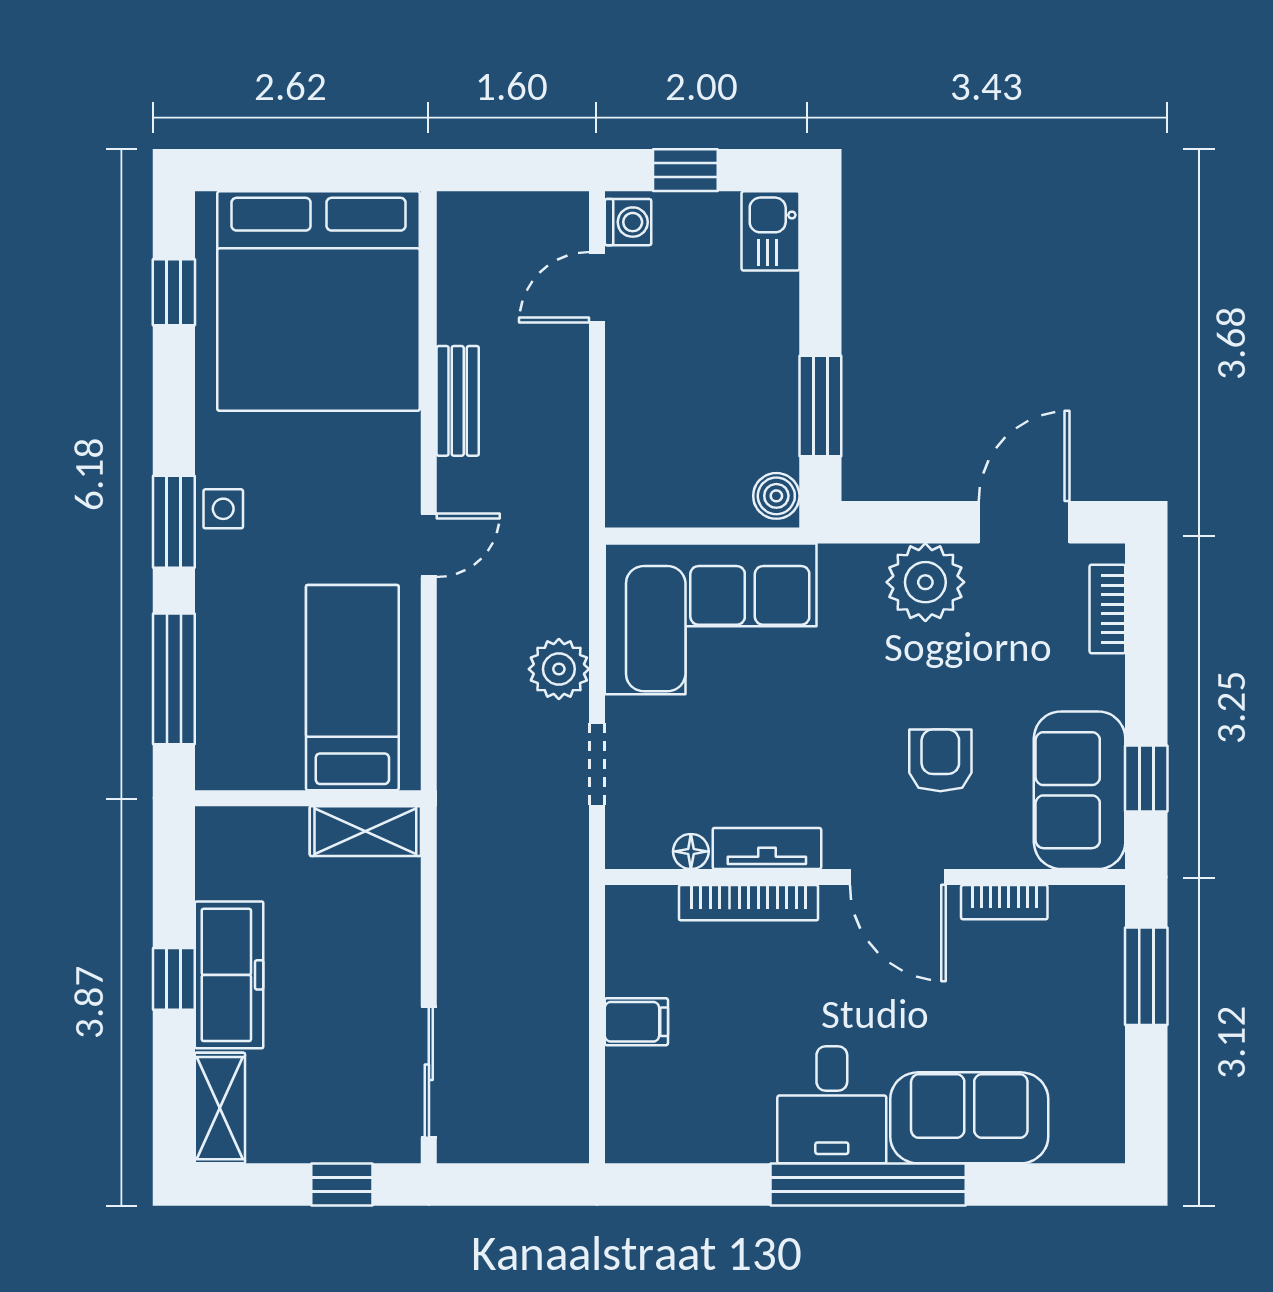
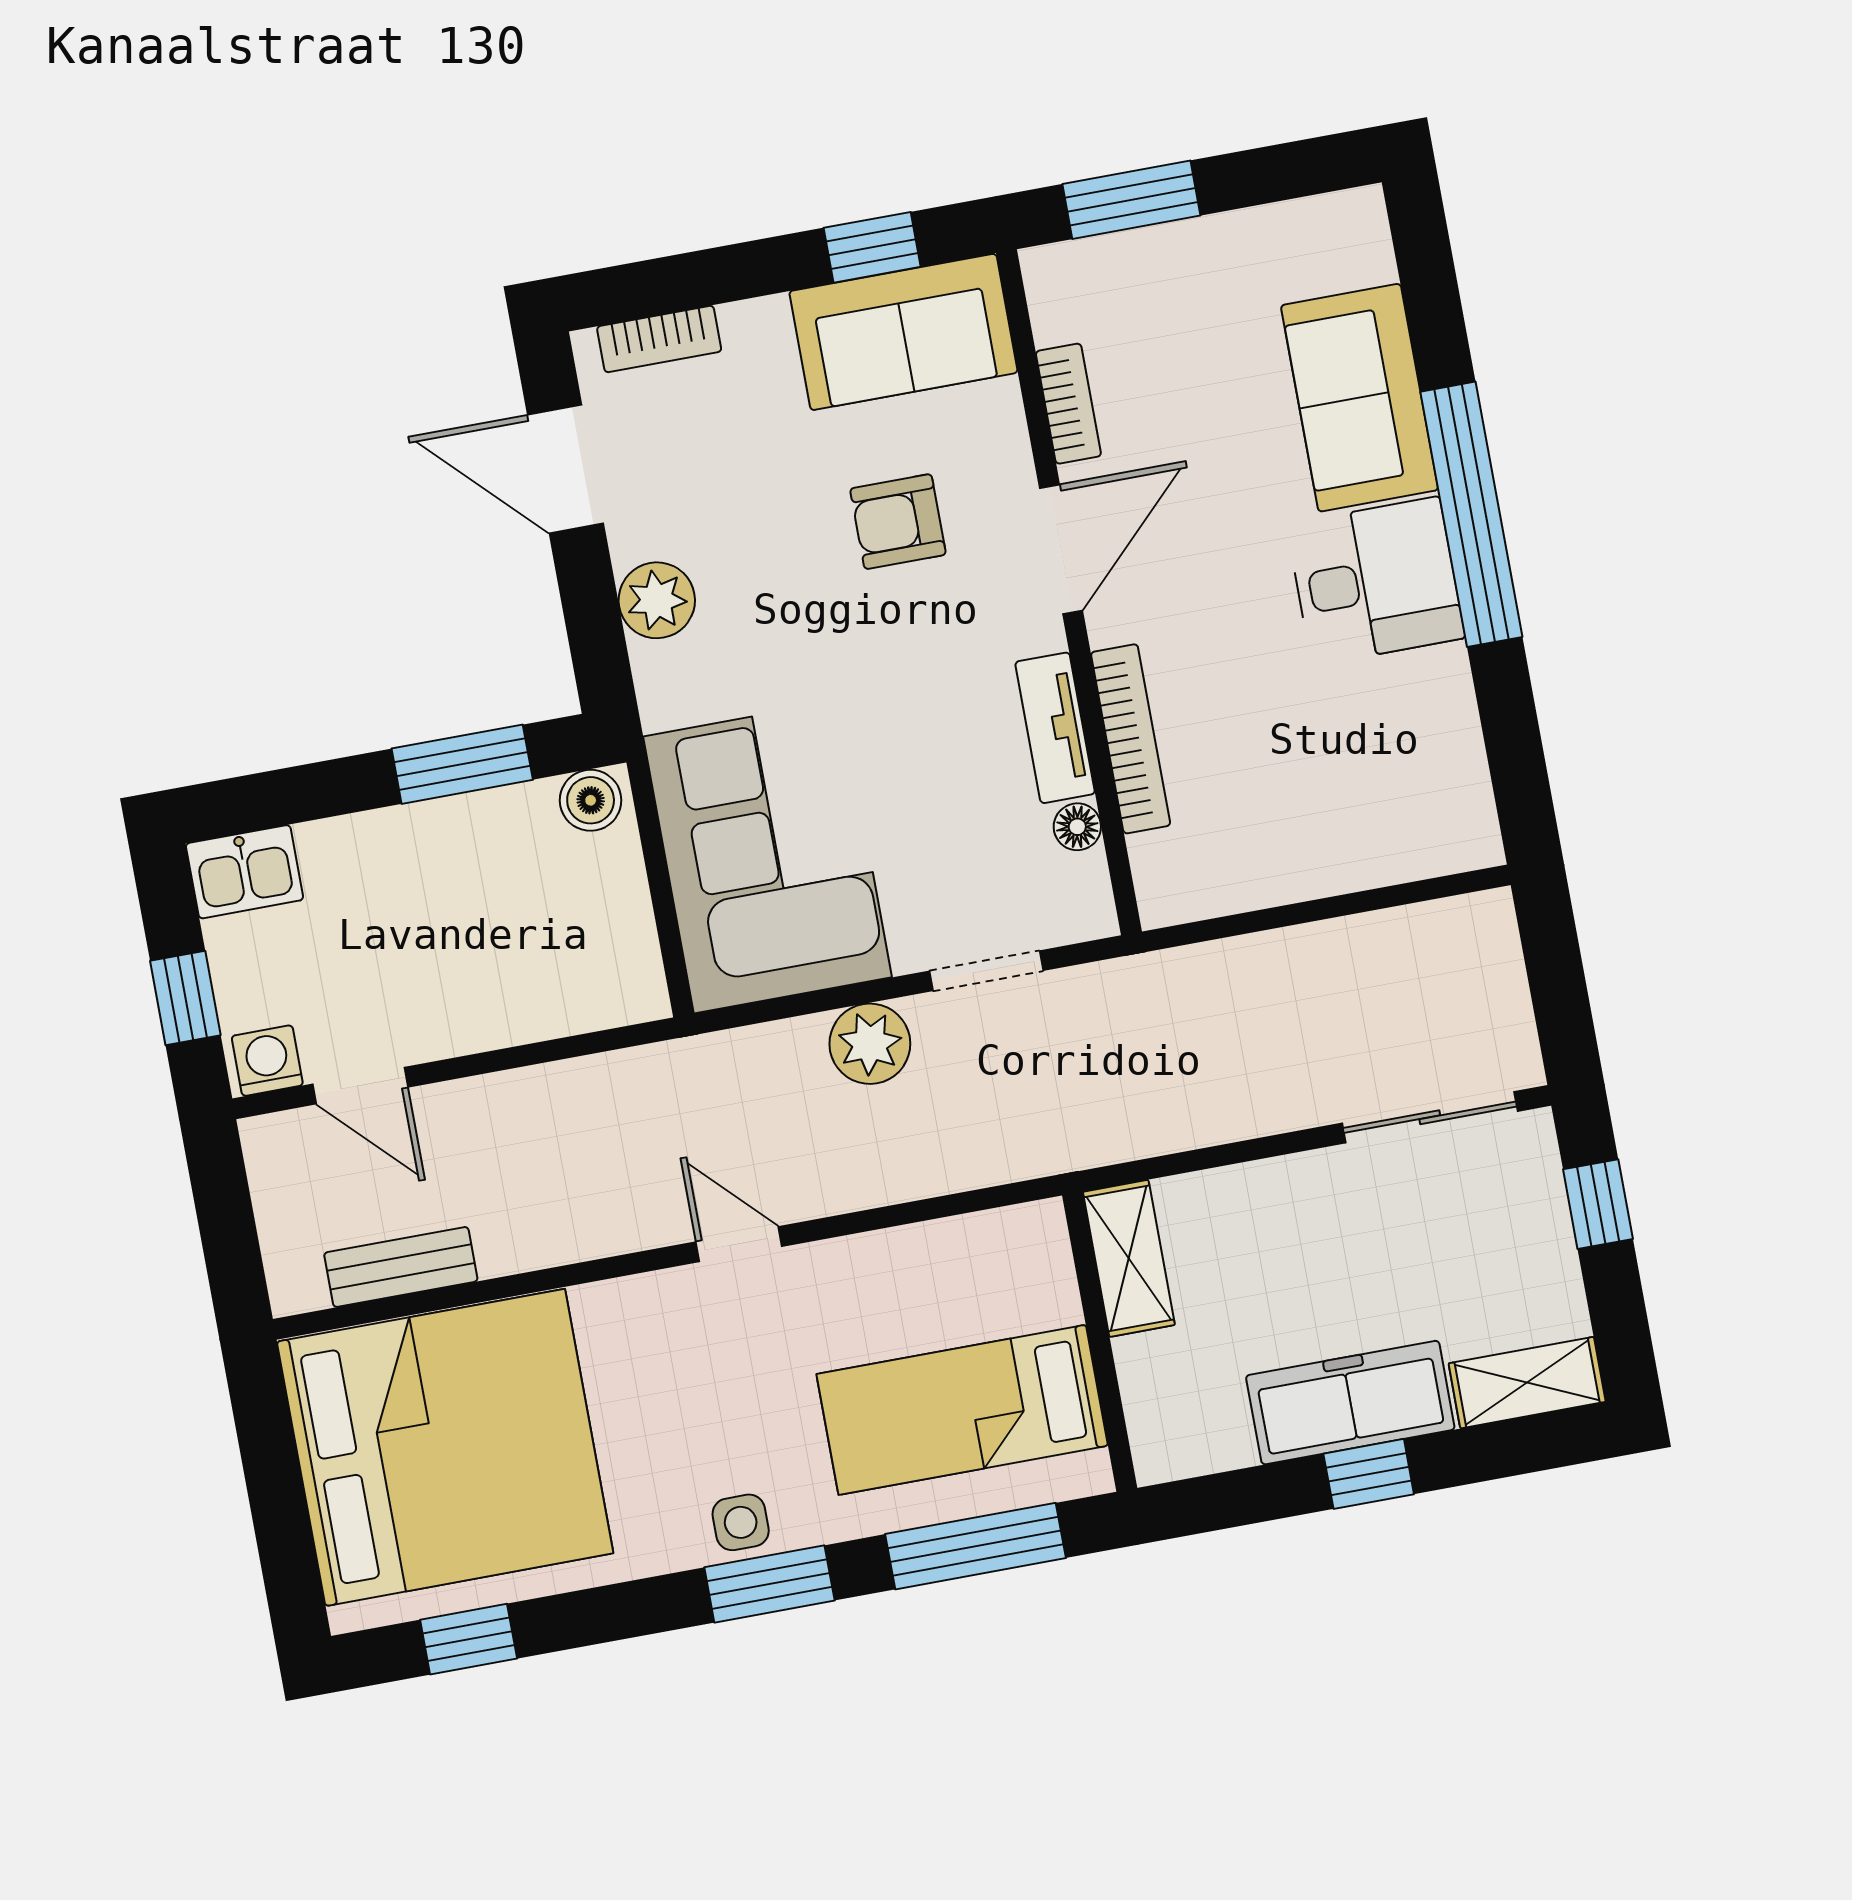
bench: (458, 401) -> (401, 1267), moved
plant: (925, 582) -> (657, 600), width x0.73, depth x0.73
bed: (352, 688) -> (962, 1410), moved
filing cabinet: (636, 1022) -> (1314, 857), removed

